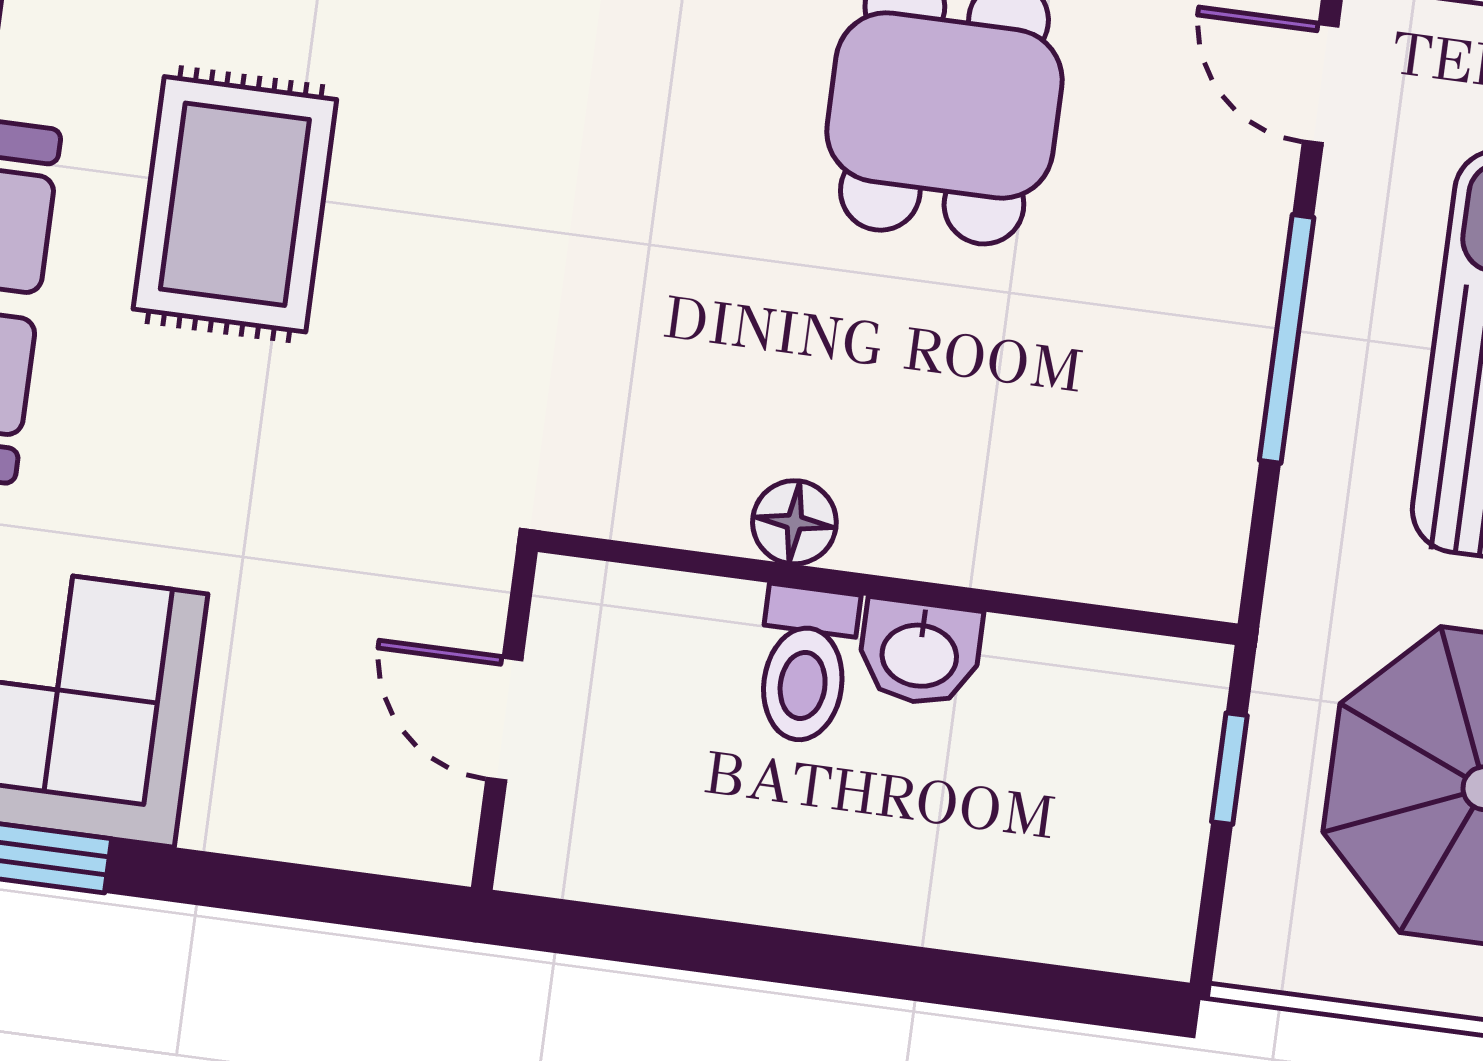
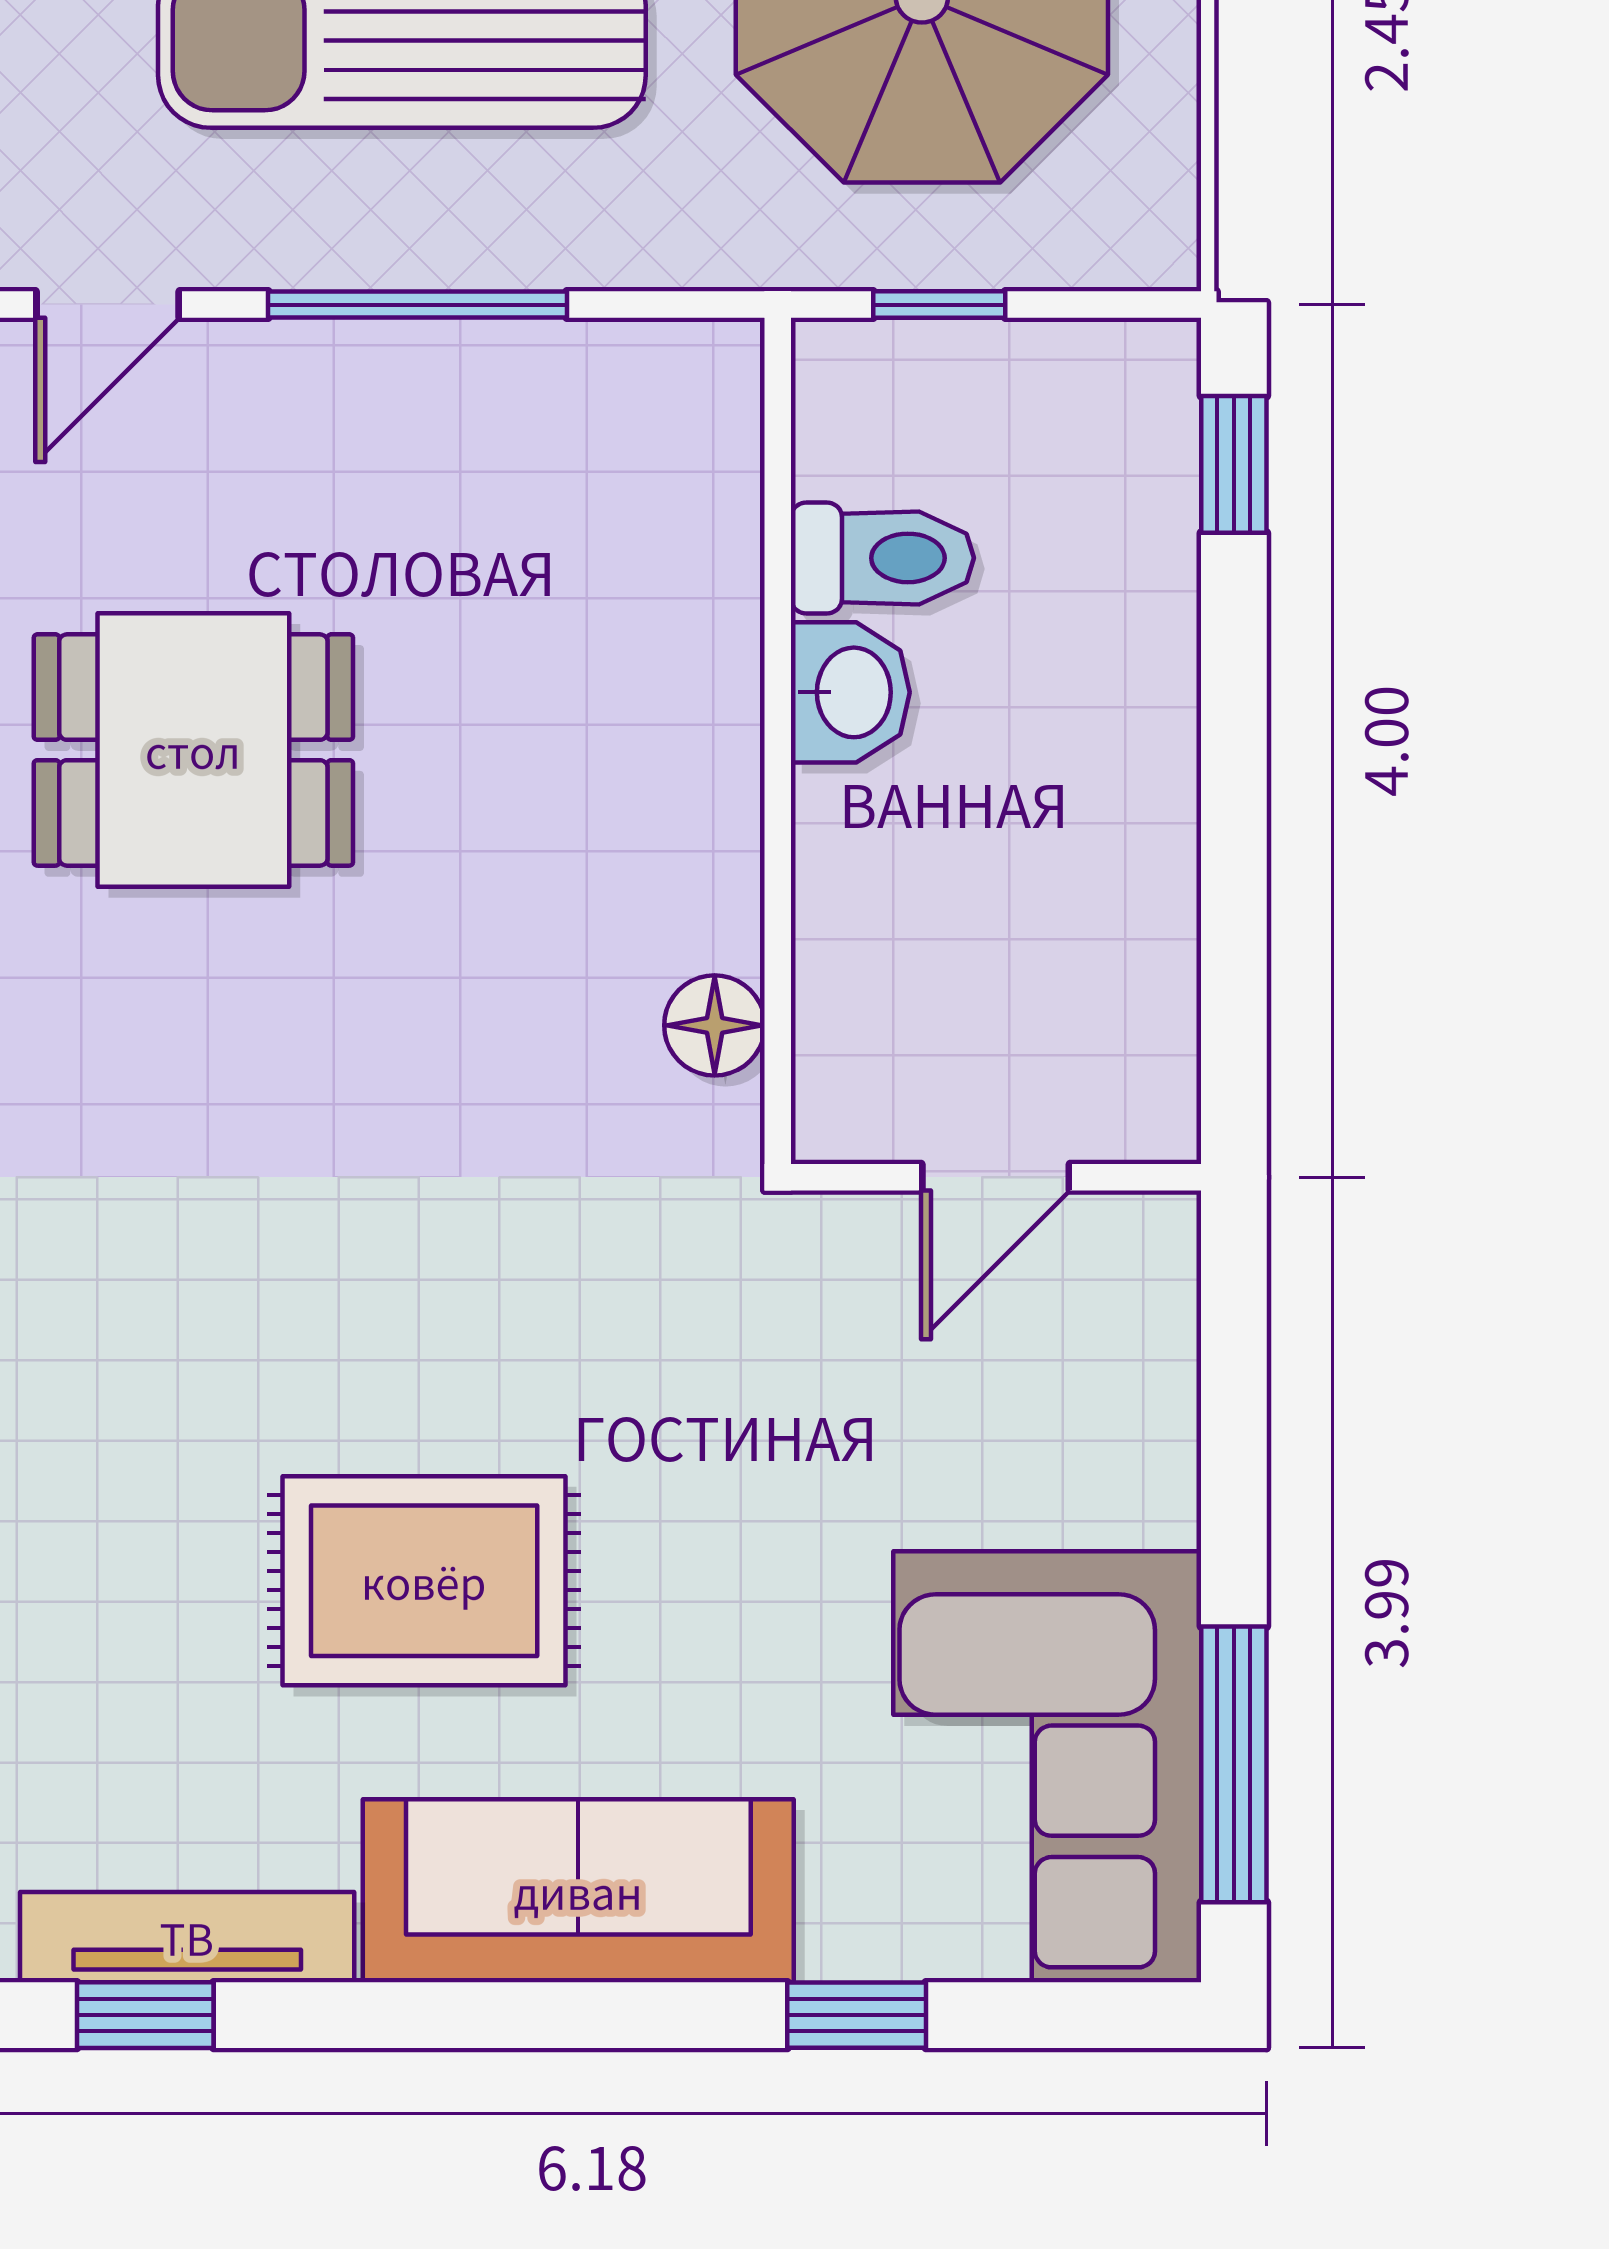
floor lamp: (794, 522) -> (715, 1025), moved
toilet: (805, 664) -> (882, 558), moved
window: (1065, 994) -> (1234, 464), added

